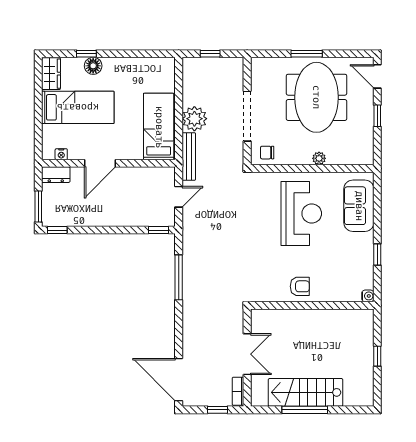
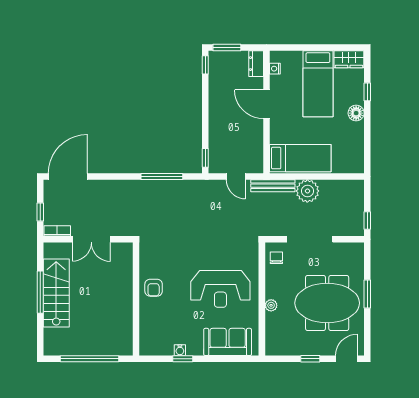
window: (210, 54) -> (367, 220), moved
floor lamp: (93, 66) -> (356, 113), moved
water cooler: (368, 296) -> (180, 350), moved
window: (377, 356) -> (90, 359), width x3.17

